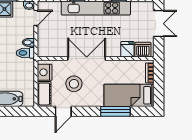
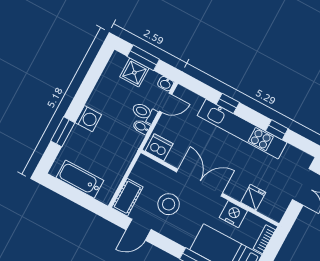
dishwasher: (143, 50) -> (159, 147), moved
toilet: (25, 53) -> (144, 113), moved
nightstand: (45, 72) -> (233, 214), moved, turned 90

